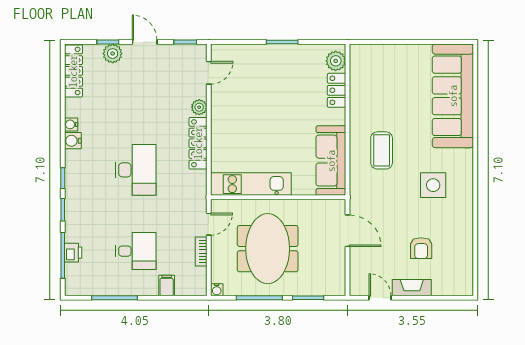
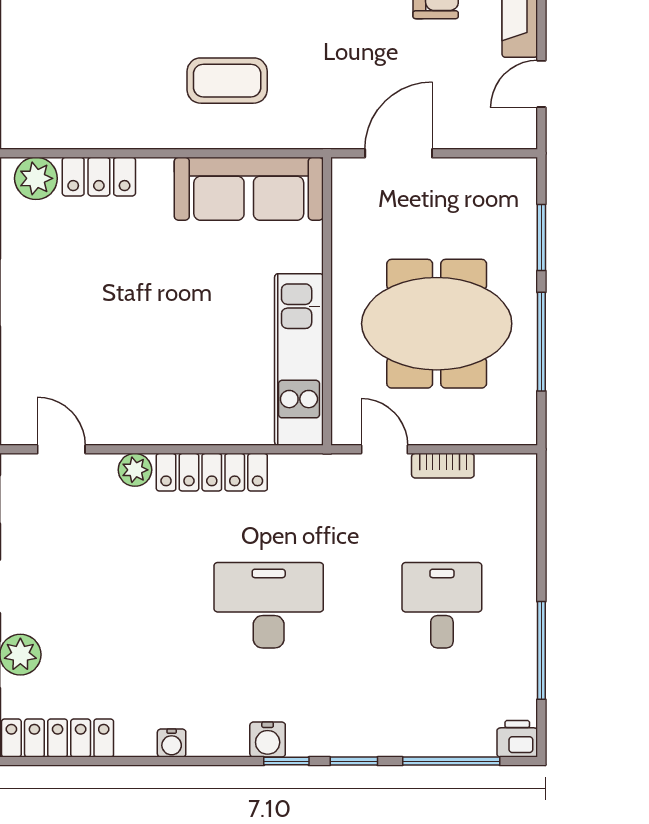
water cooler: (73, 141) -> (268, 740), moved
printer: (73, 253) -> (517, 739), moved
filing cabinet: (167, 285) -> (515, 539), removed
water cooler: (217, 290) -> (524, 432), removed

